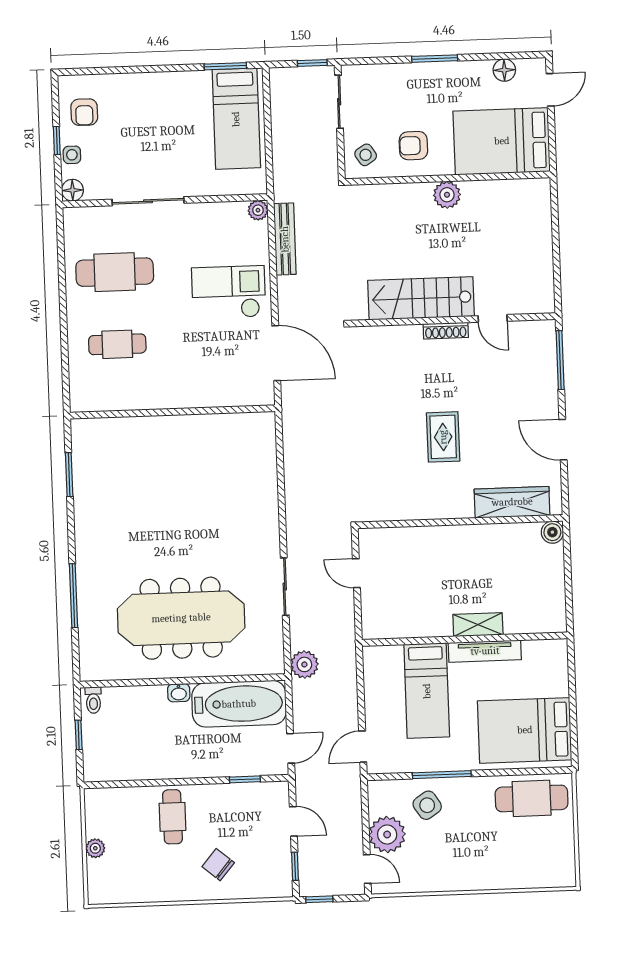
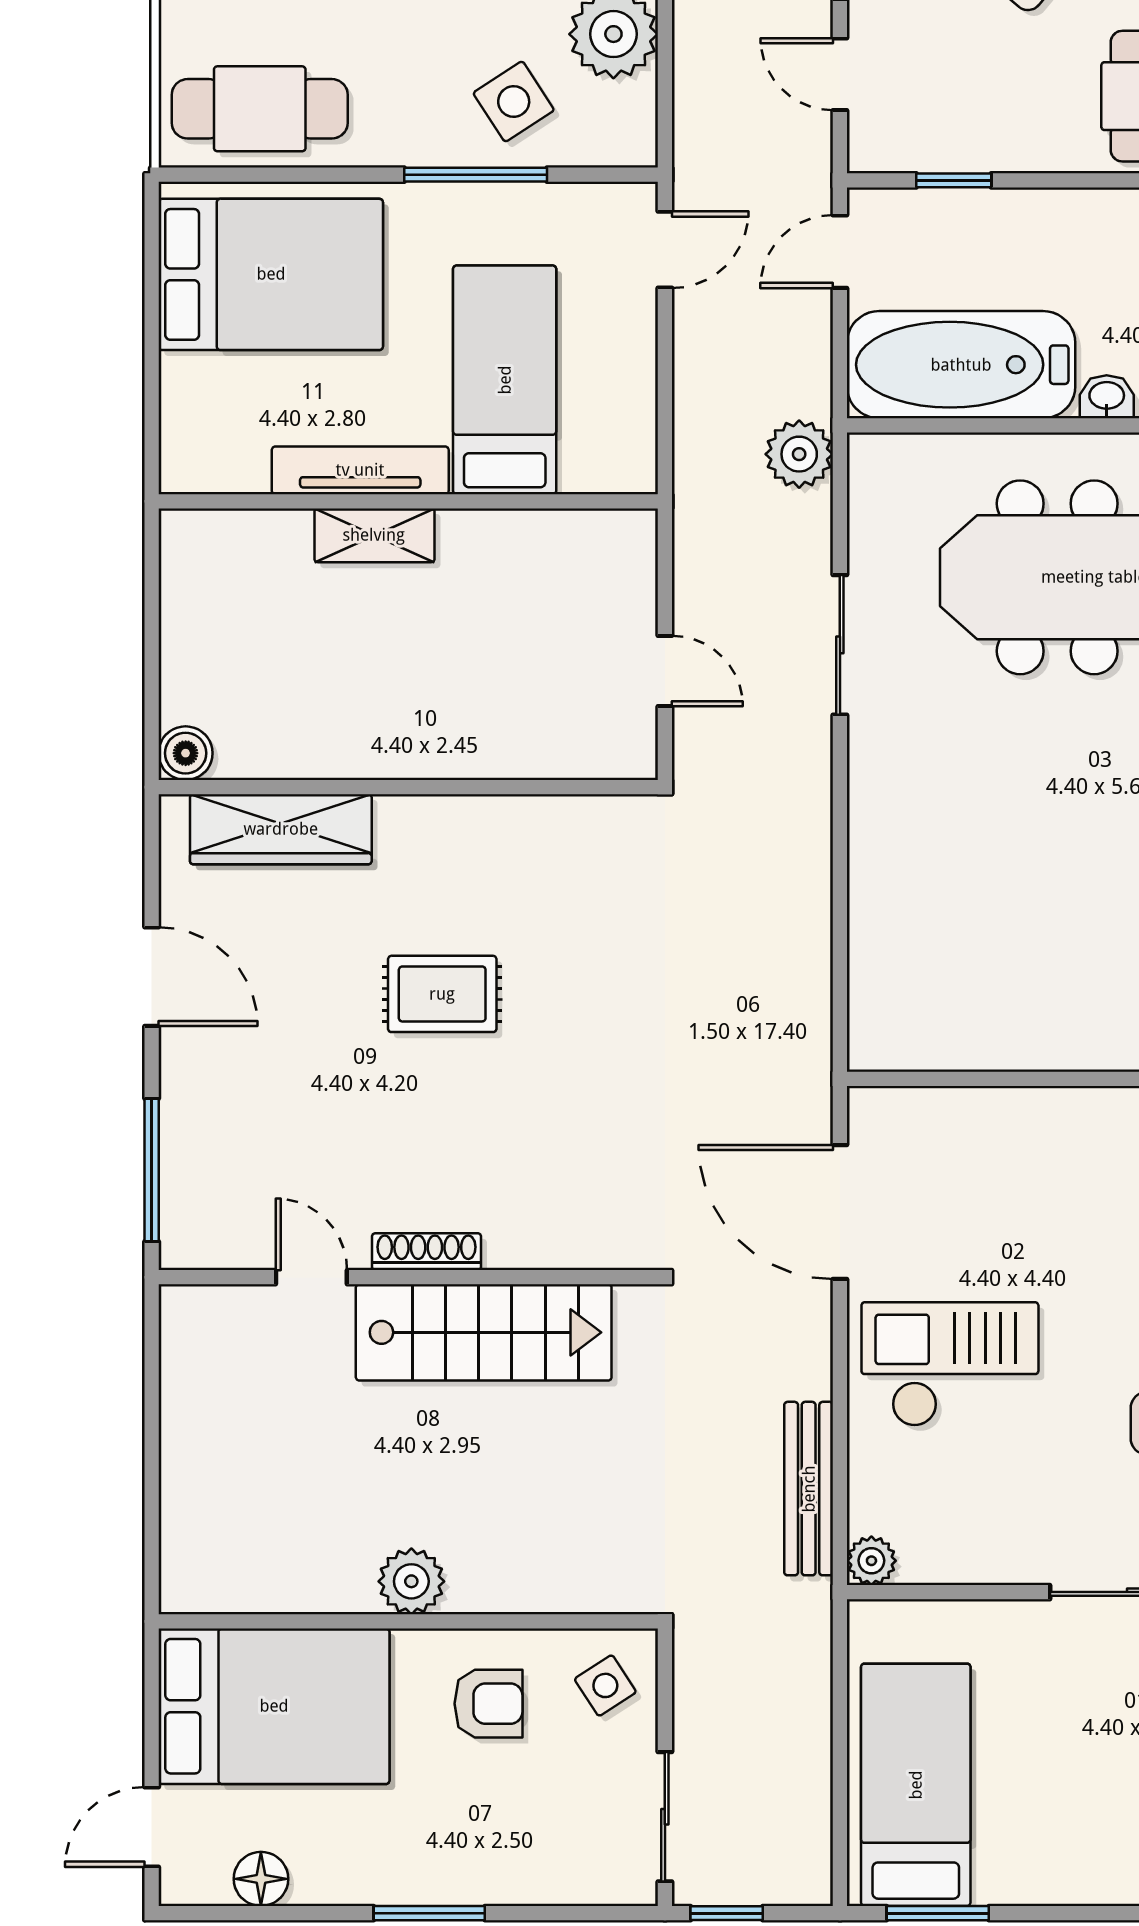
checkout: (229, 292) -> (950, 1364), turned 180
rug: (443, 437) -> (442, 994), turned 90

